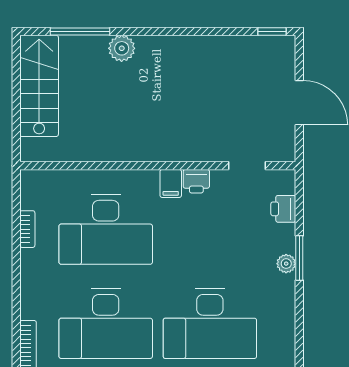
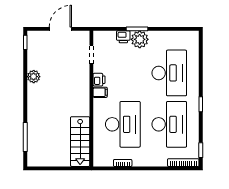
plant: (122, 48) -> (34, 77), moved
stairs: (39, 86) -> (80, 142), moved, turned -90
printer: (283, 209) -> (123, 37), moved
plant: (286, 264) -> (140, 39), width x1.87, depth x1.87

